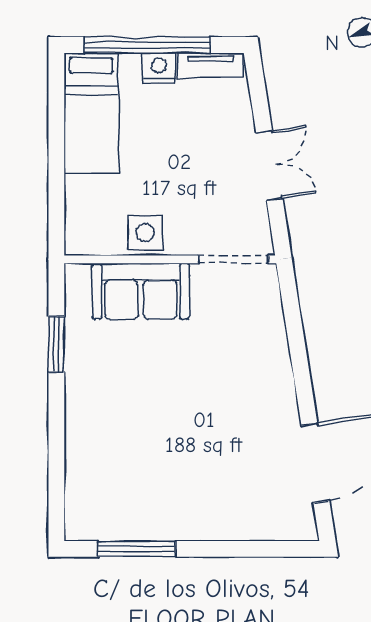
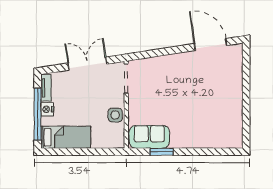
double door: (269, 166) -> (87, 64), width x1.37
sofa: (141, 291) -> (149, 137), moved, turned -90
window: (137, 549) -> (246, 119), removed

